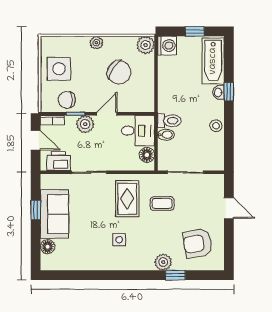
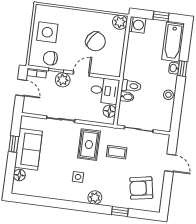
plant: (96, 43) -> (80, 15), removed
printer: (59, 161) -> (37, 107), removed
plant: (163, 262) -> (95, 198), moved

